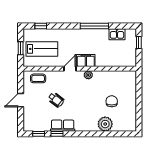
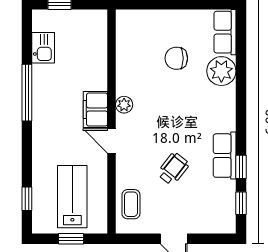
row of seats: (125, 126) -> (225, 32), added

